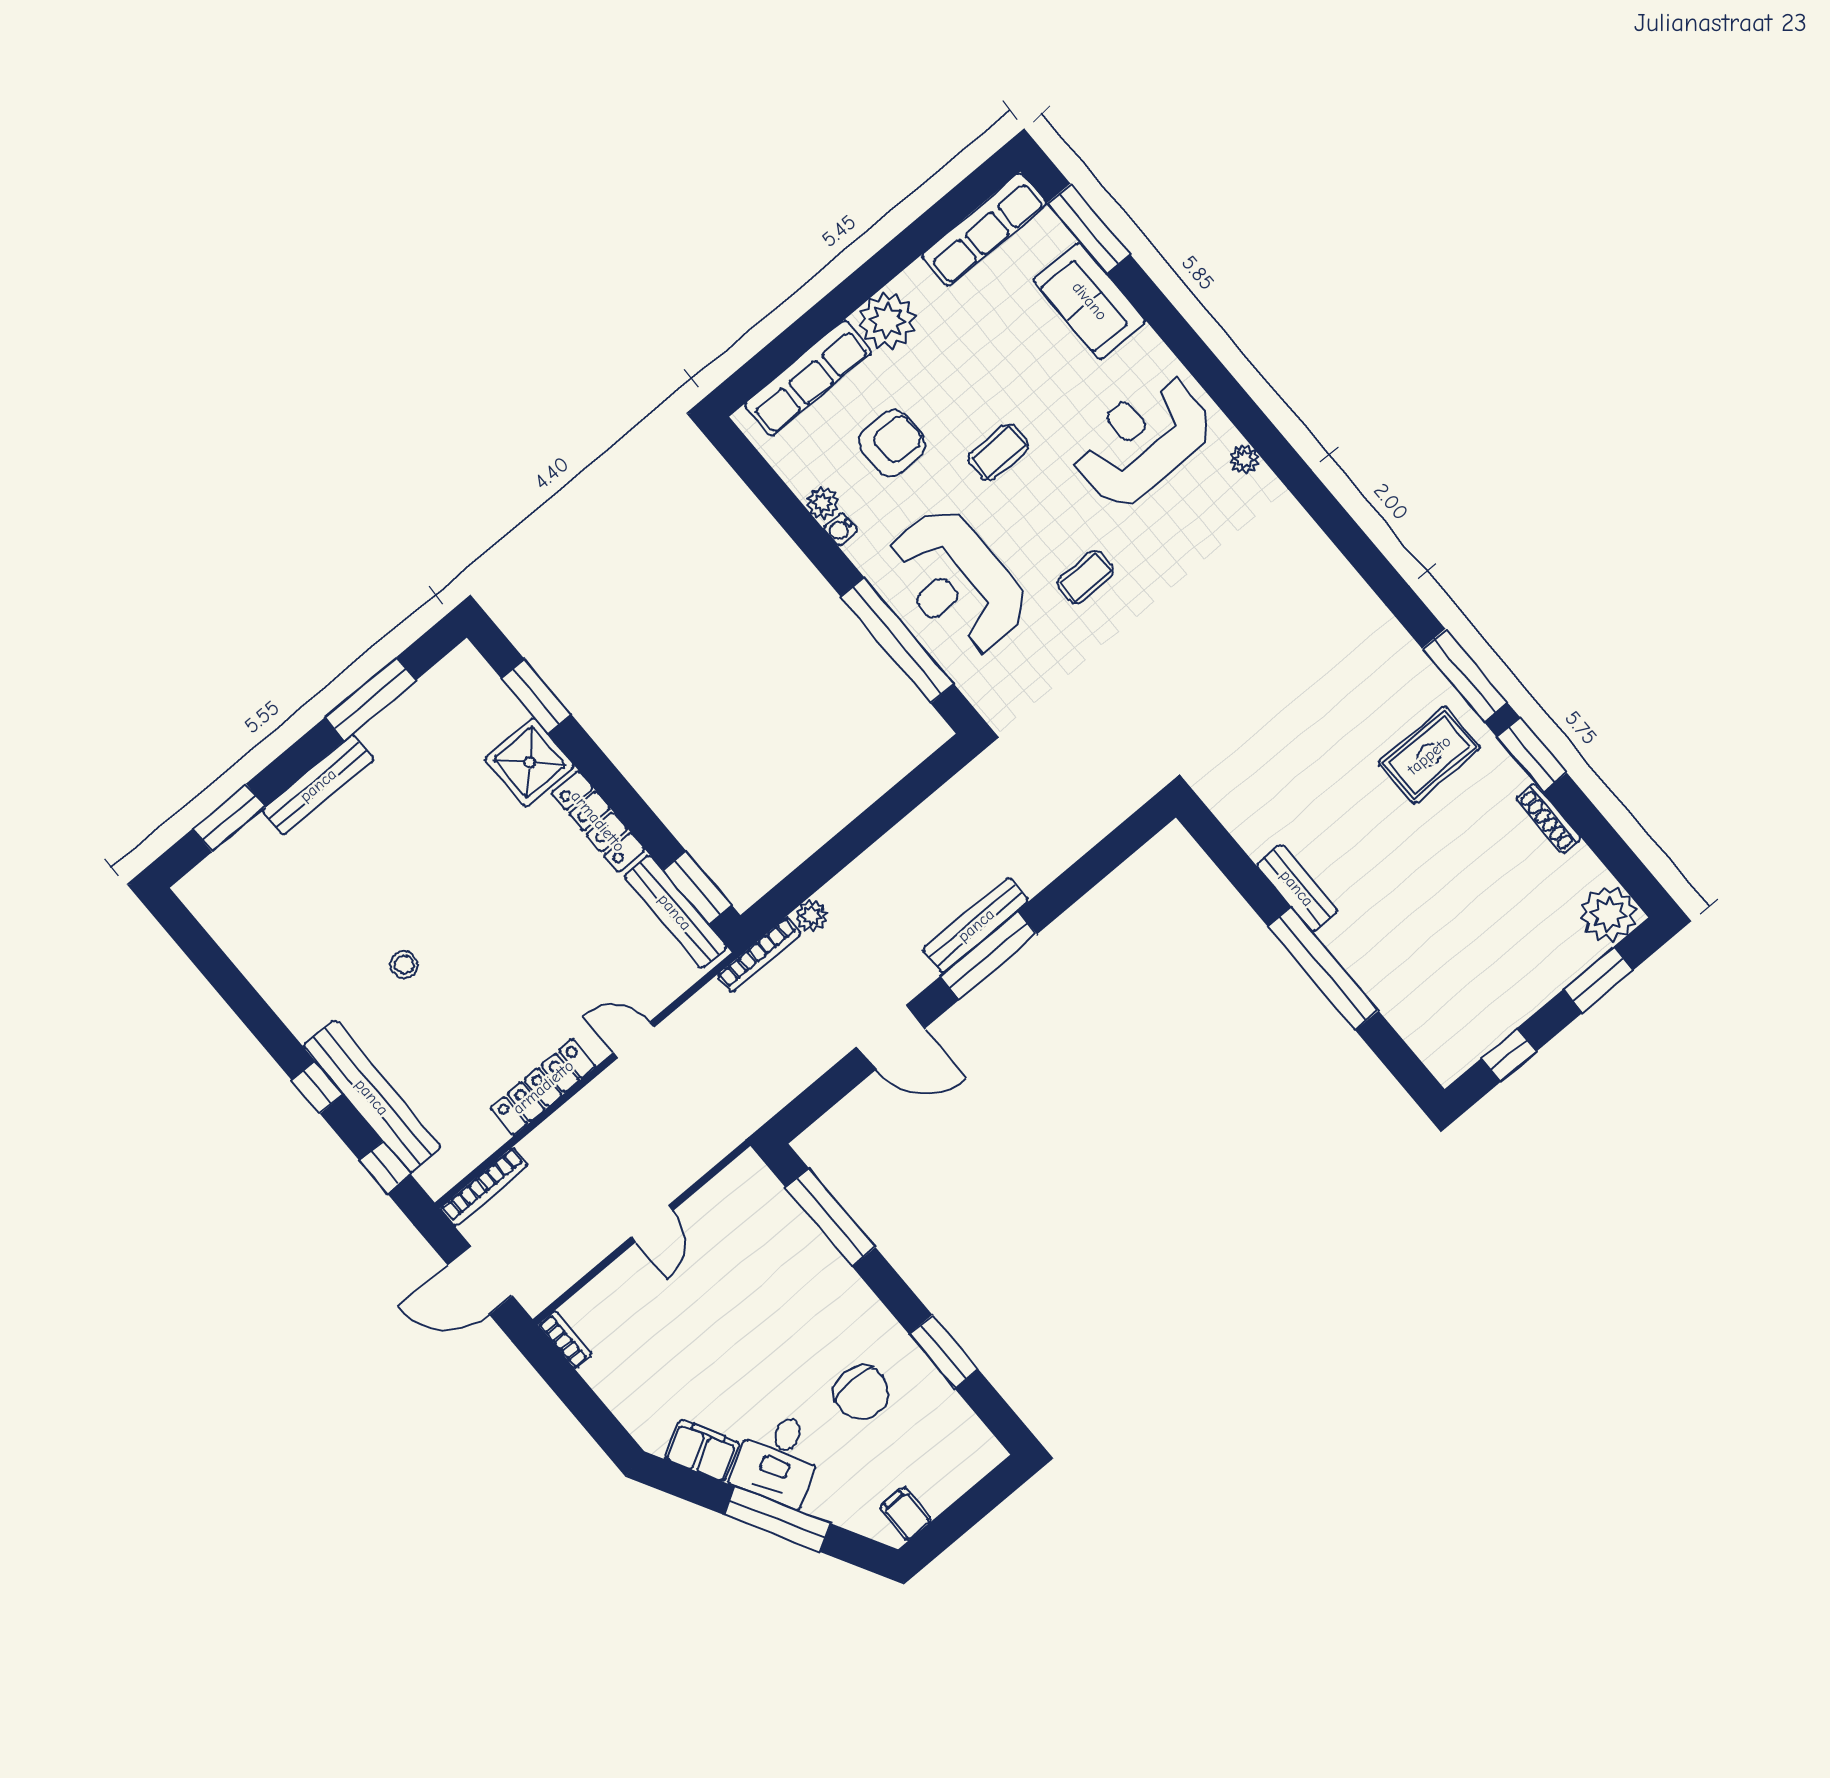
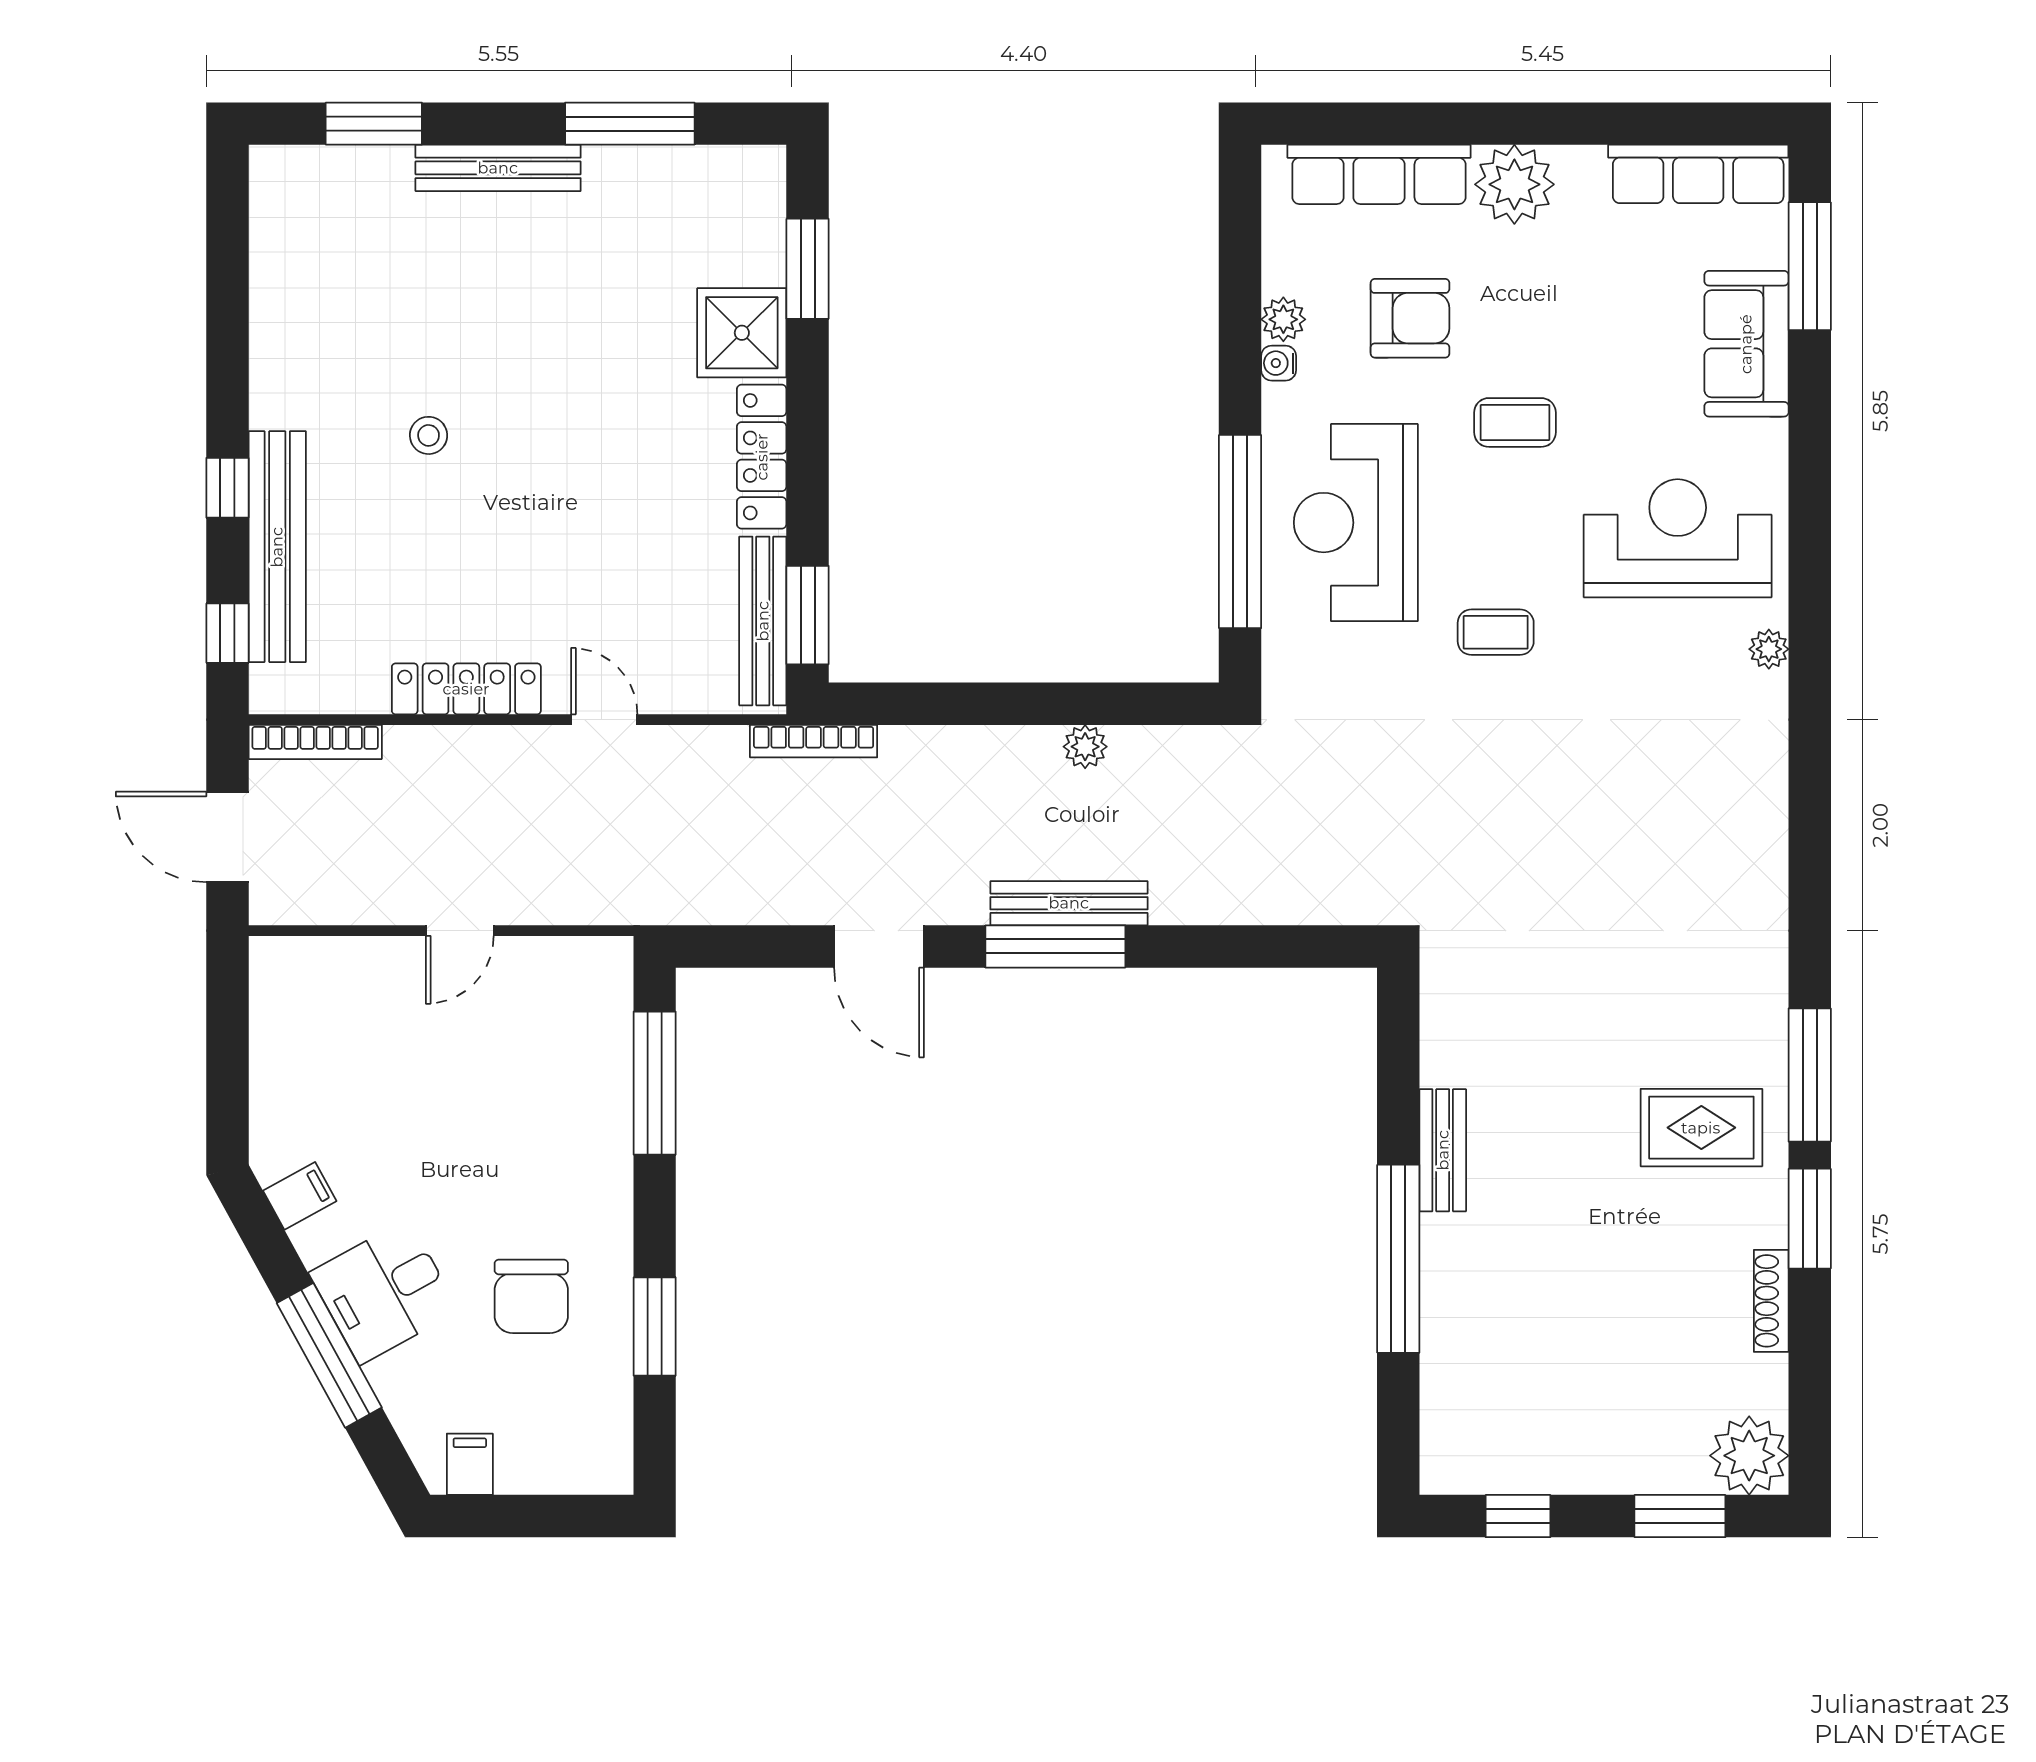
plant: (811, 916) -> (1085, 747), moved
bookcase: (565, 1340) -> (265, 976), removed
filing cabinet: (702, 1451) -> (300, 1196), width x0.50

